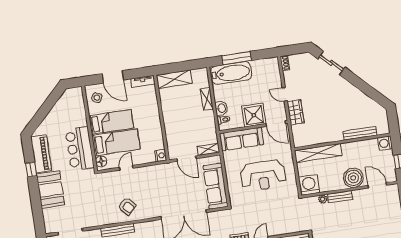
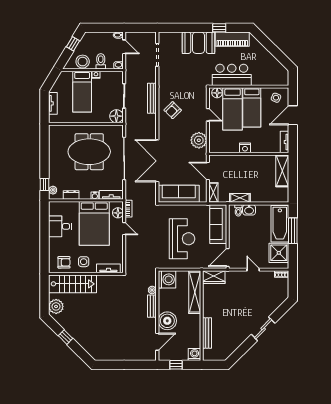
sliding door: (331, 63) -> (263, 329), moved
door: (285, 94) -> (253, 270), hinge flipped
shelving: (207, 99) -> (240, 198), moved
wardrobe: (296, 112) -> (214, 277), moved
shower: (254, 115) -> (279, 253), moved
nightstand: (161, 156) -> (245, 148), moved
door: (186, 159) -> (208, 171), hinge flipped
plant: (155, 173) -> (199, 140), added
reception desk: (263, 175) -> (182, 239), turned 180

